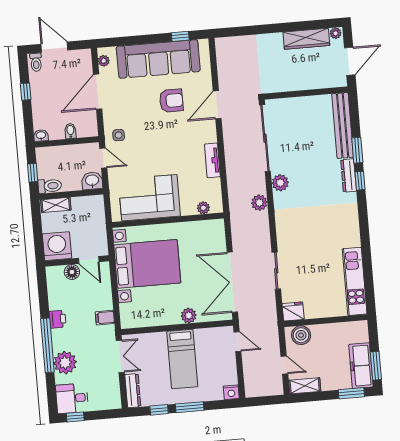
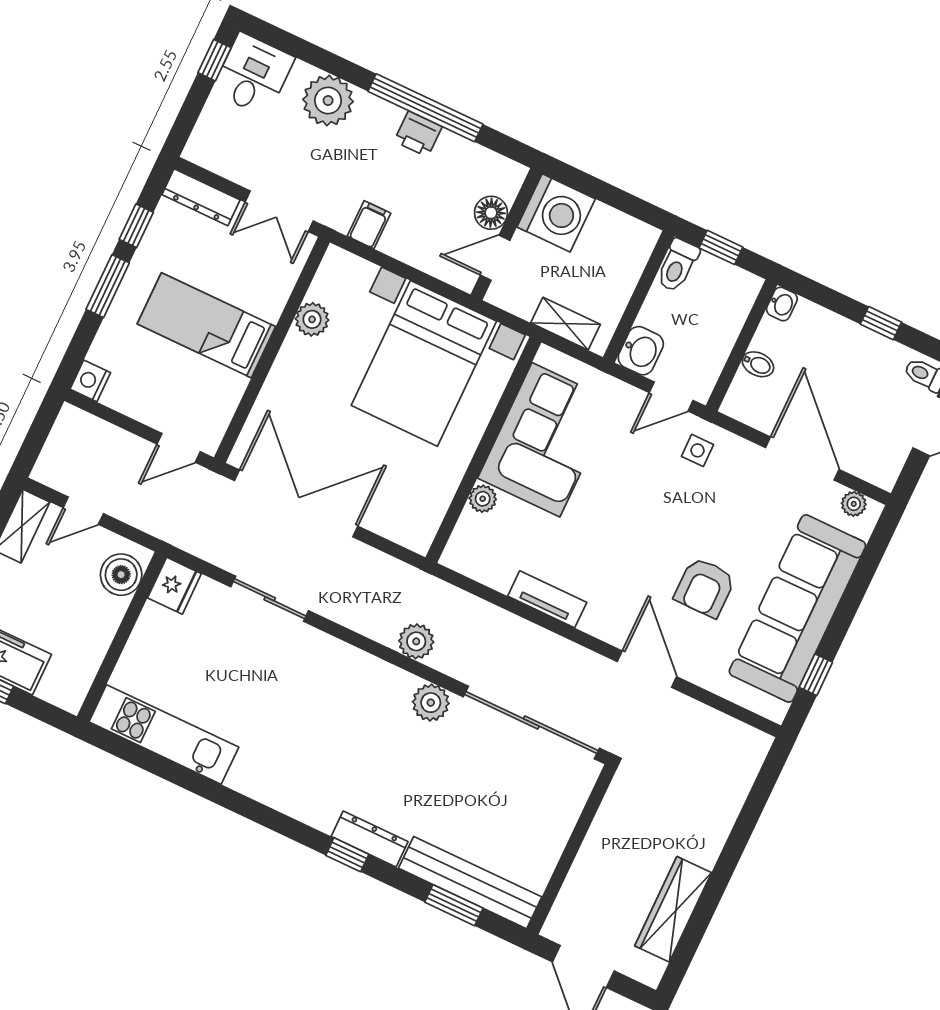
plant: (336, 33) -> (652, 970), removed
window: (357, 150) -> (454, 905), moved
shelving: (56, 205) -> (566, 324), moved, turned 90
plant: (203, 208) -> (483, 499), moved
plant: (189, 316) -> (312, 319), moved
window: (47, 345) -> (425, 108), moved

